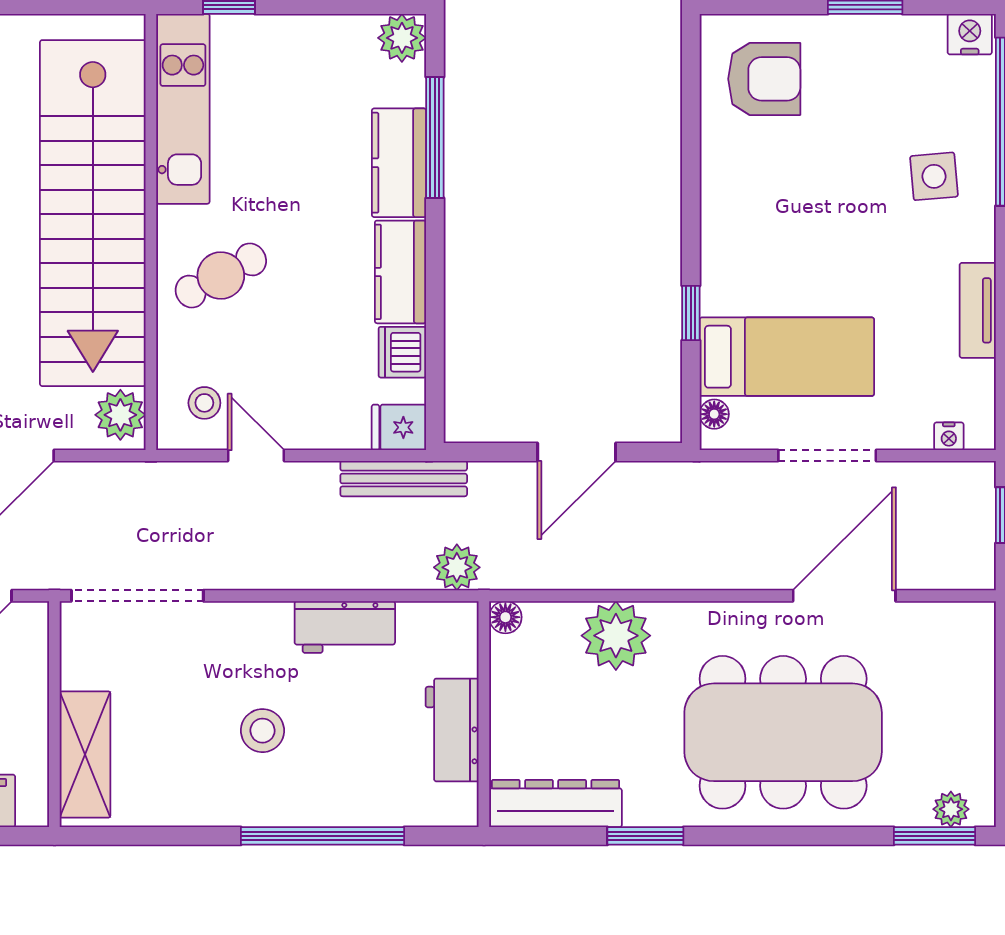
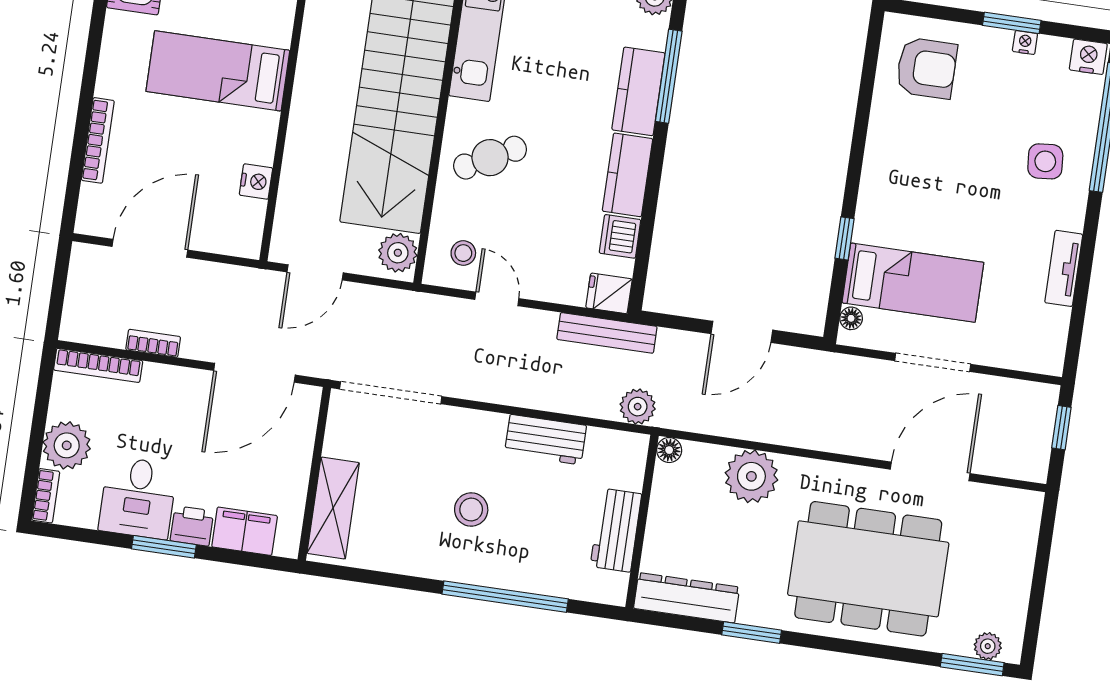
nightstand: (949, 436) -> (1025, 43), moved, turned 180

